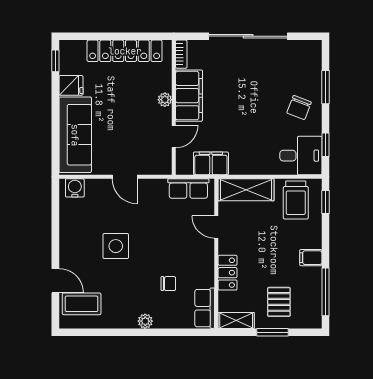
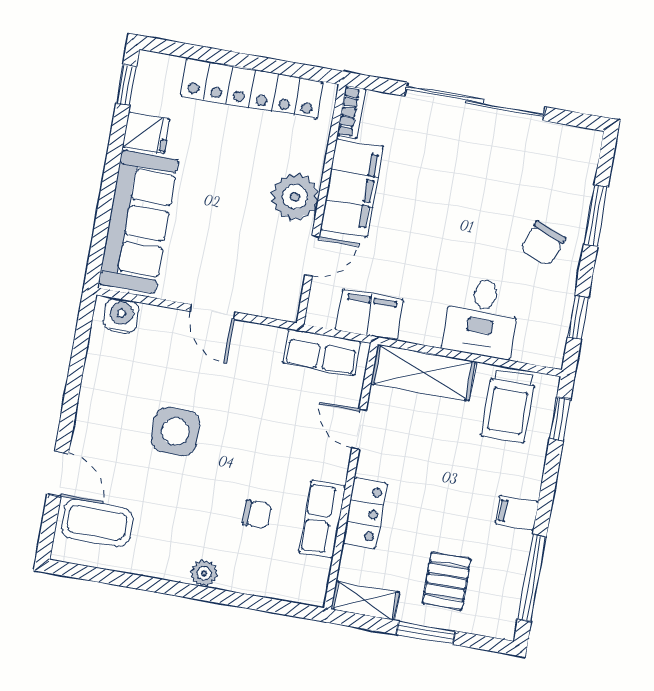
plant: (165, 100) -> (295, 197), width x1.88, depth x1.88
desk: (301, 156) -> (481, 318), moved, turned 90
row of seats: (205, 308) -> (322, 519), moved

